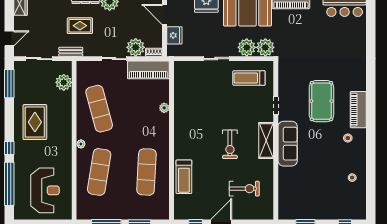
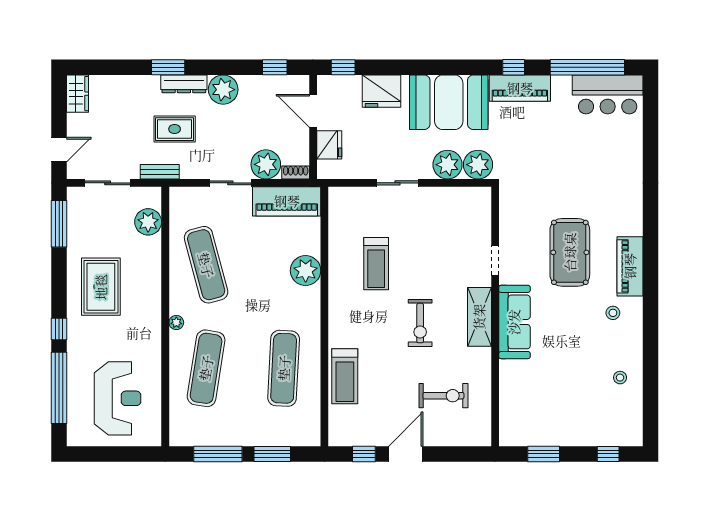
treadmill: (249, 78) -> (376, 264), moved, turned -90
plant: (164, 108) -> (306, 271), width x1.87, depth x1.87

